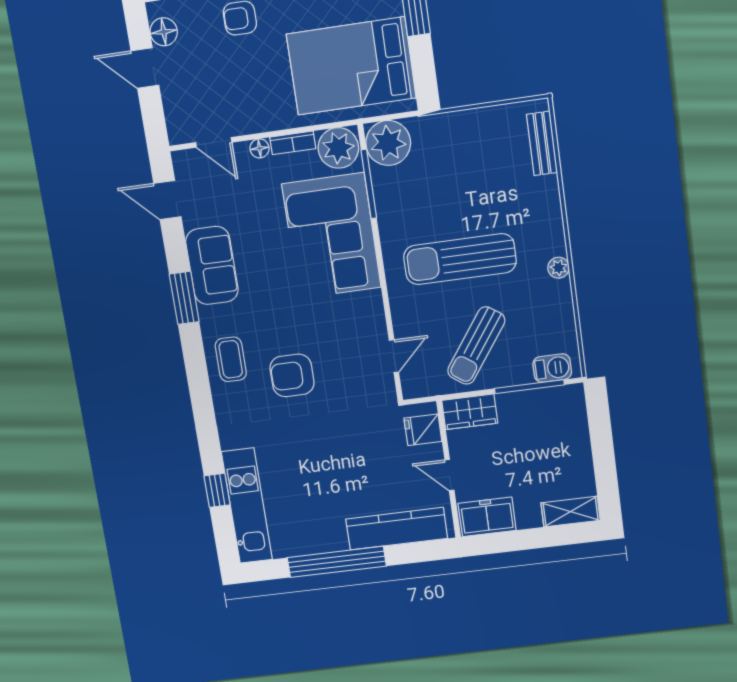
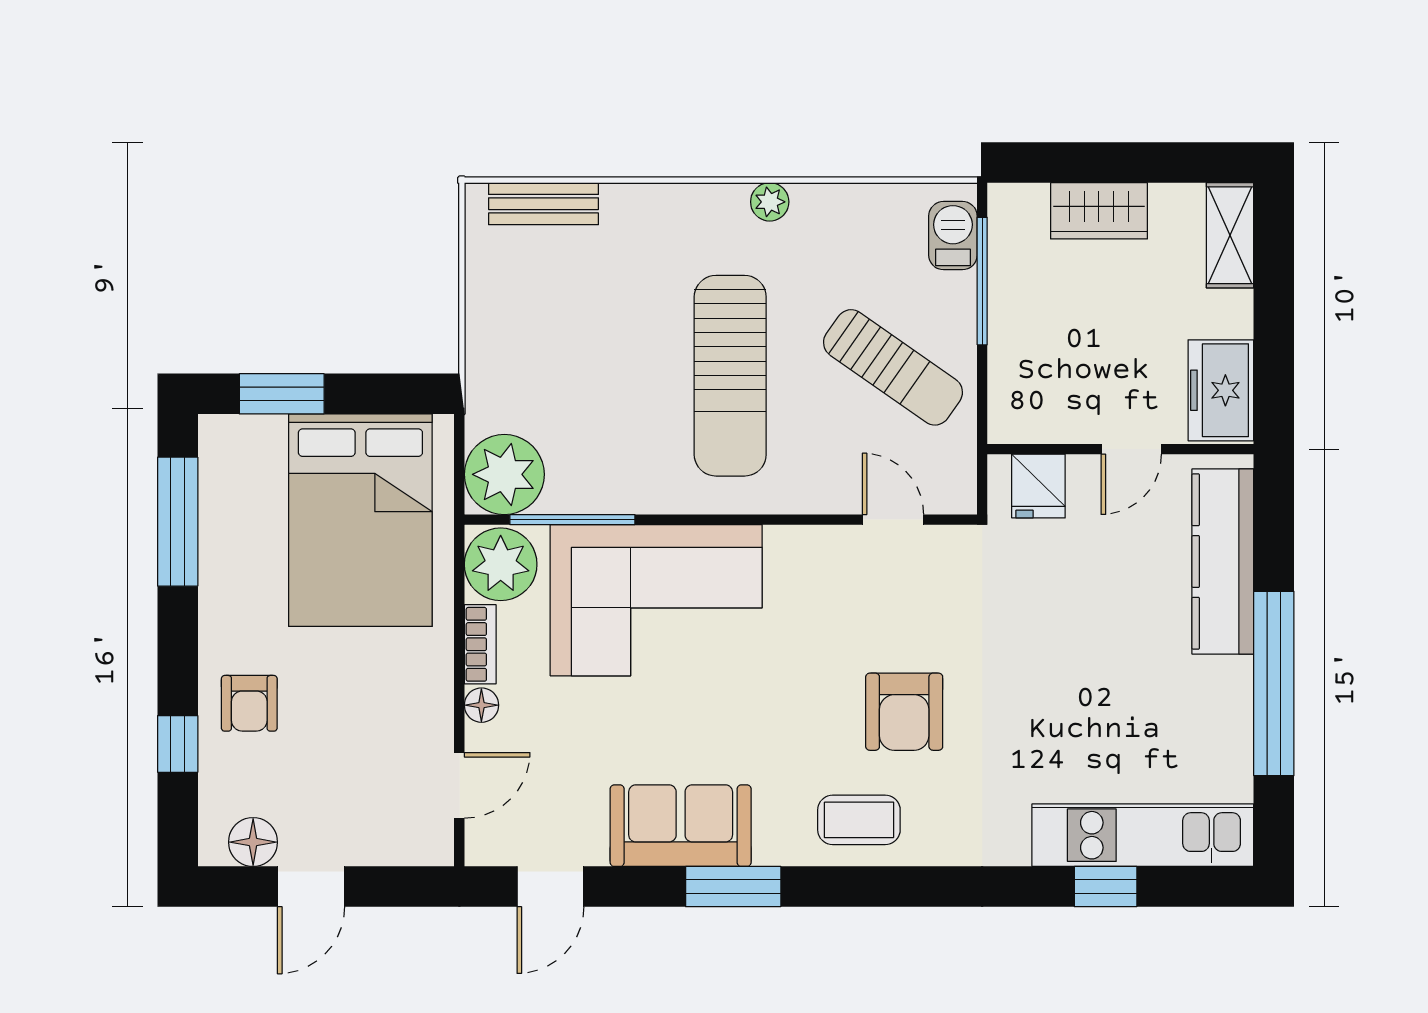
wardrobe: (470, 412) -> (1099, 211), moved, turned 90

